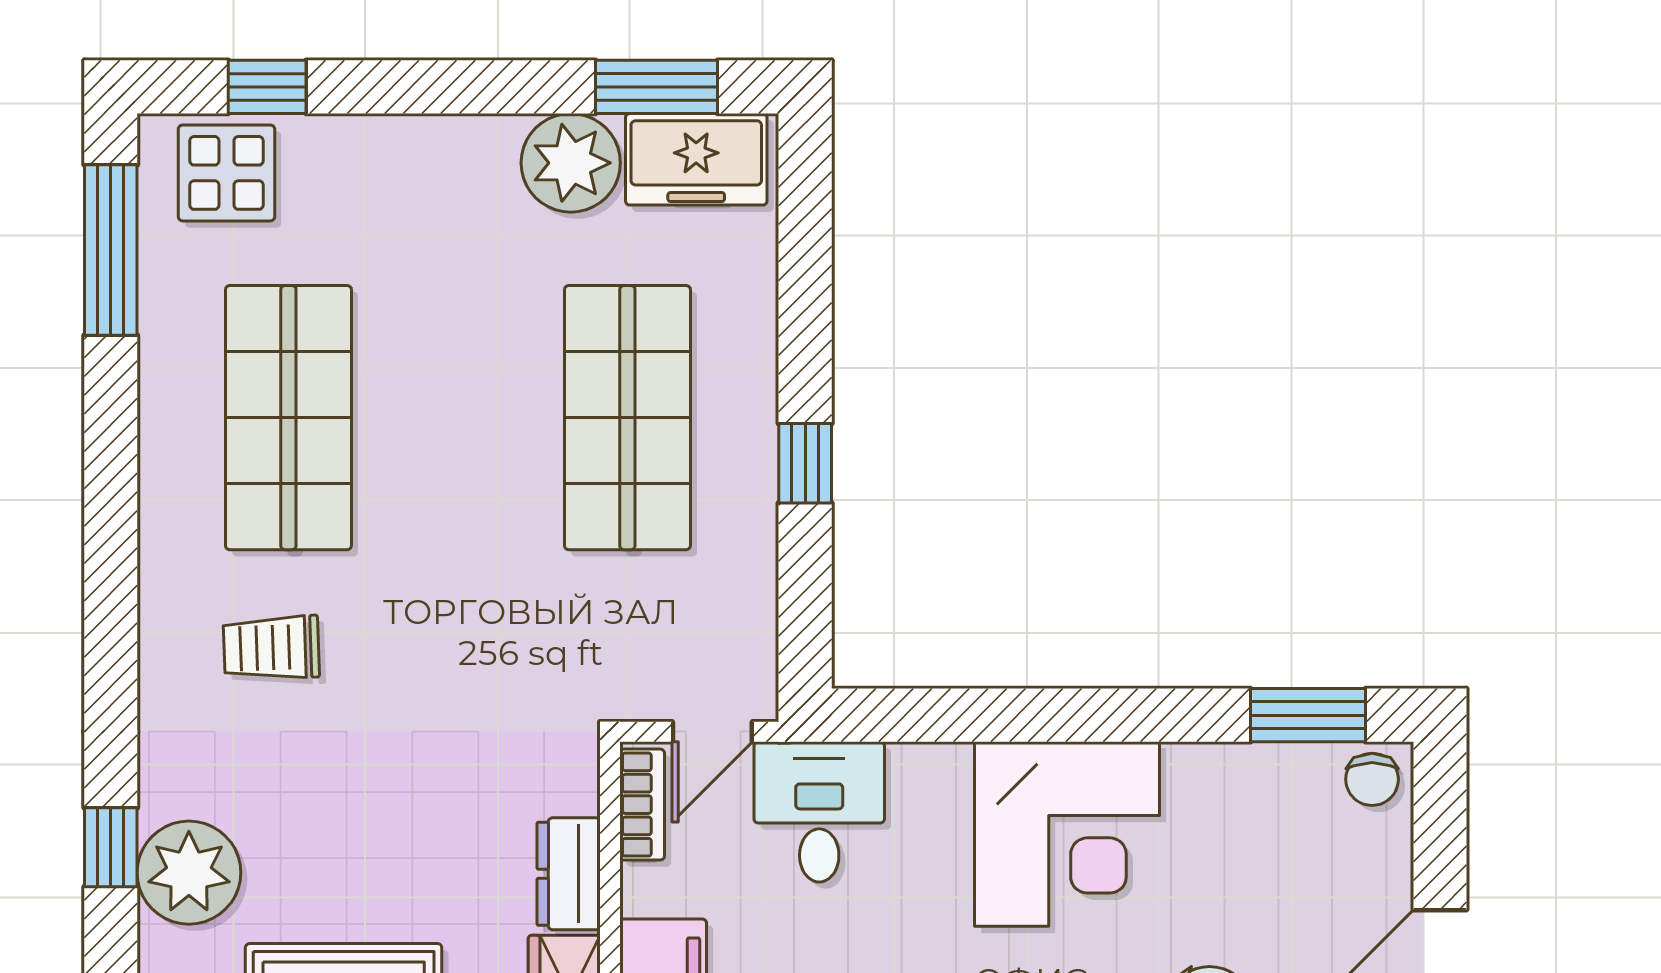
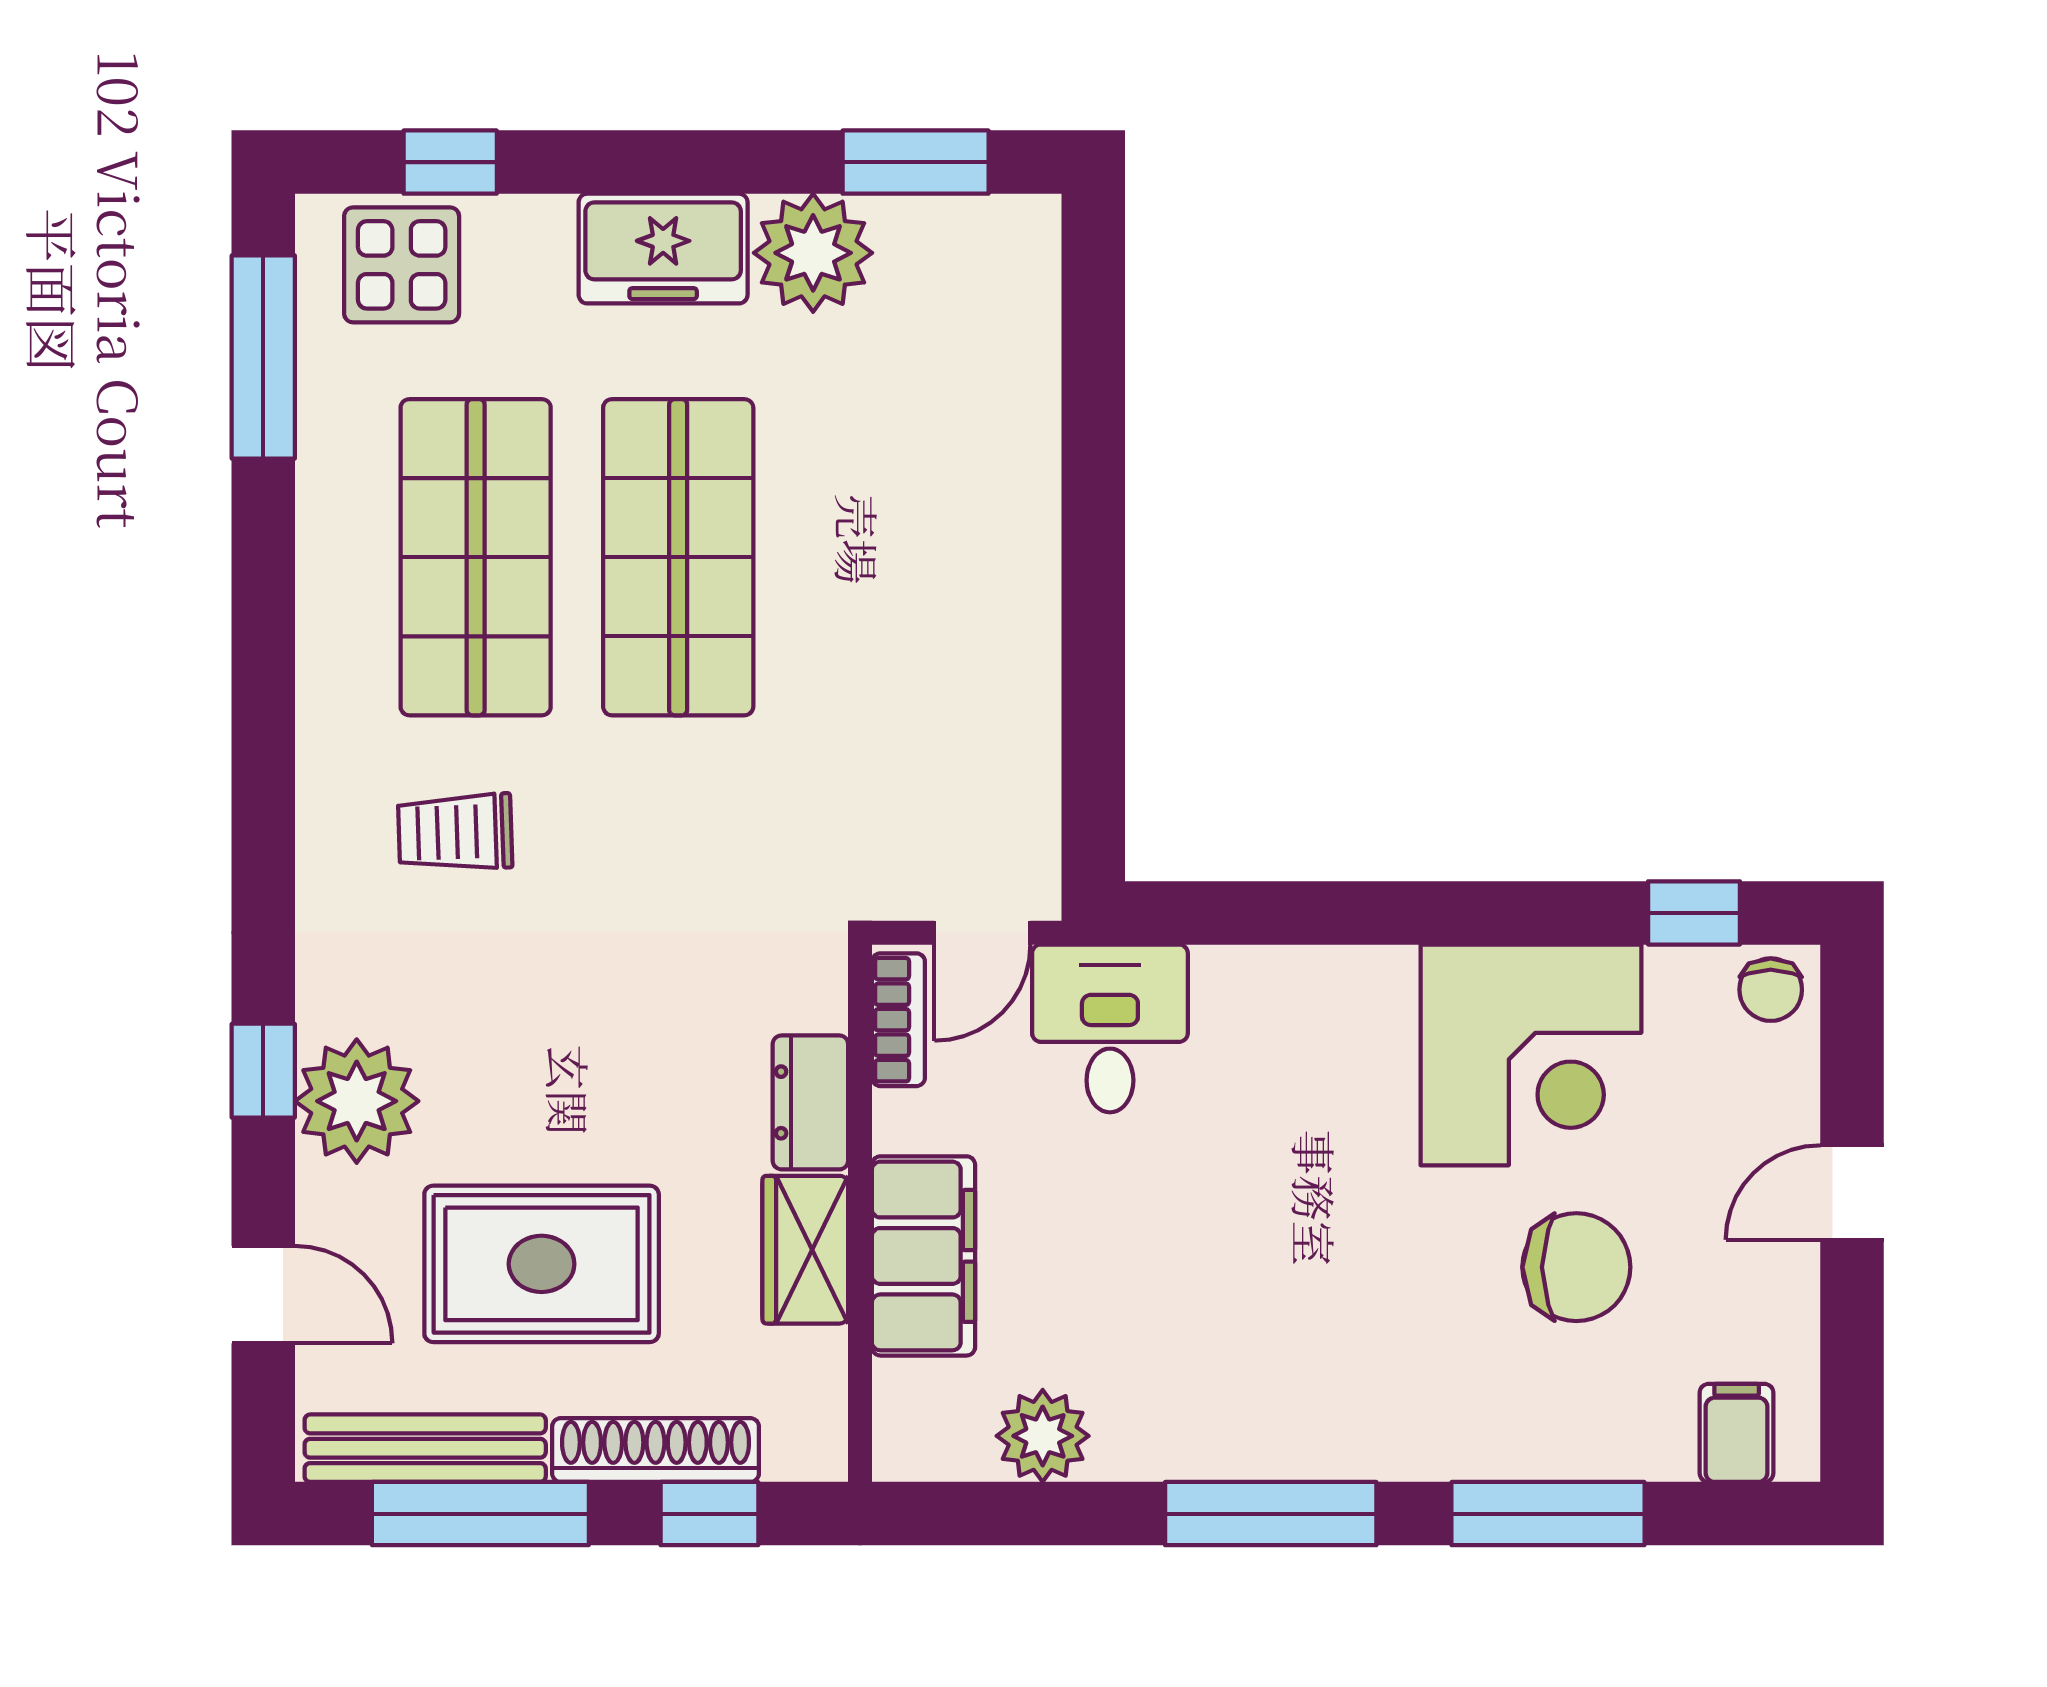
freezer: (696, 159) -> (663, 249), moved
shop shelf: (627, 418) -> (678, 557), moved
window: (805, 463) -> (1093, 612), removed
window: (1308, 715) -> (1694, 913), width x0.67
corner desk: (1067, 834) -> (1531, 1055), moved

